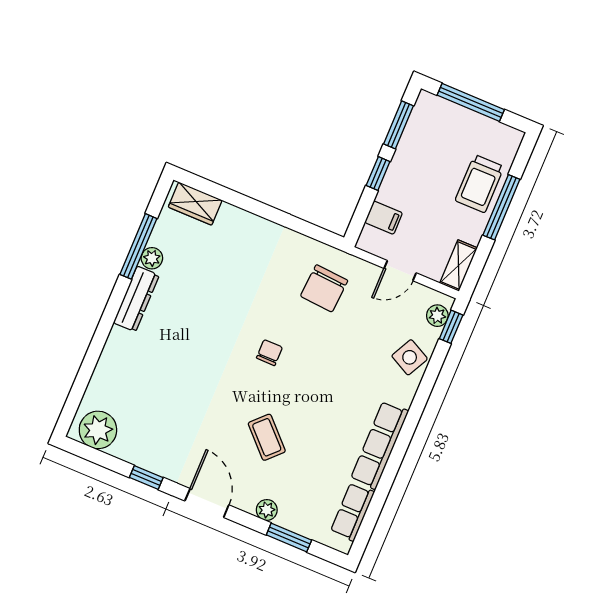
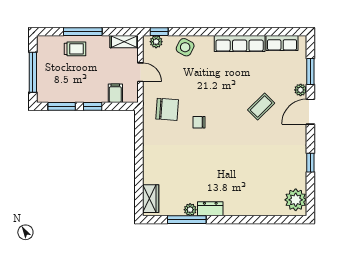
trolley: (480, 184) -> (75, 49), width x0.73, depth x0.72
dresser: (136, 299) -> (210, 209), width x0.70
chair: (269, 353) -> (199, 122), moved
door: (207, 503) -> (310, 112), moved

